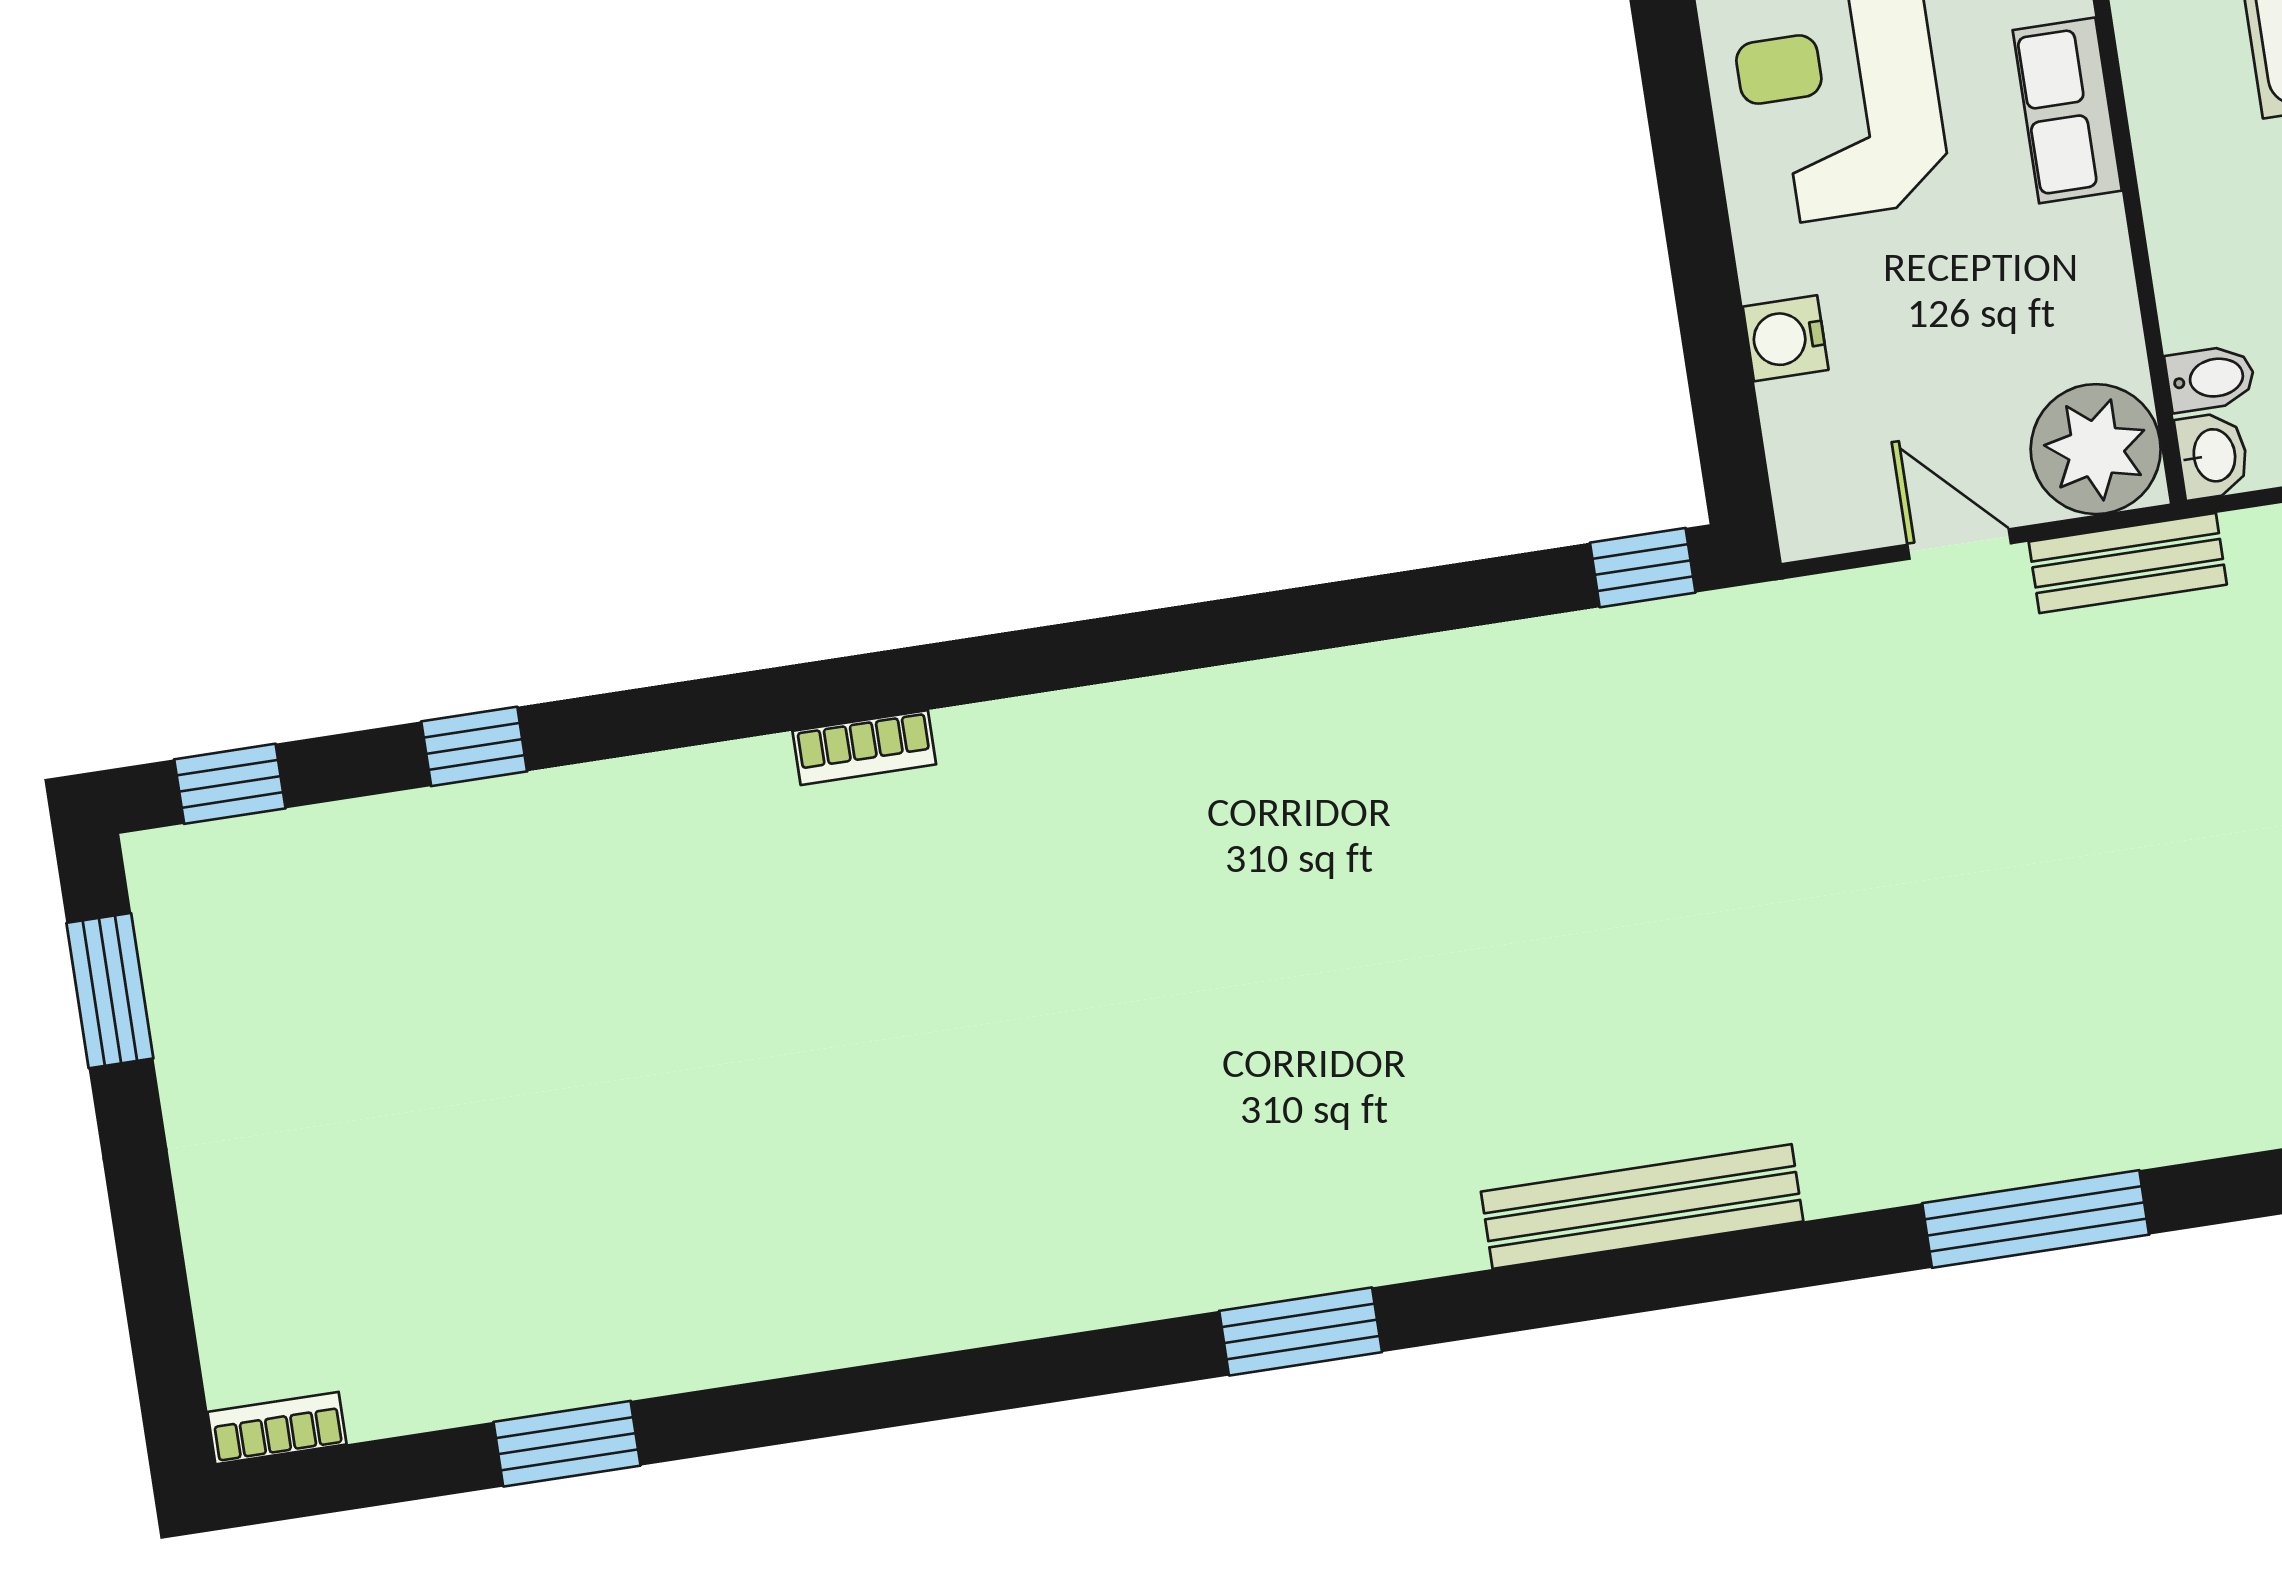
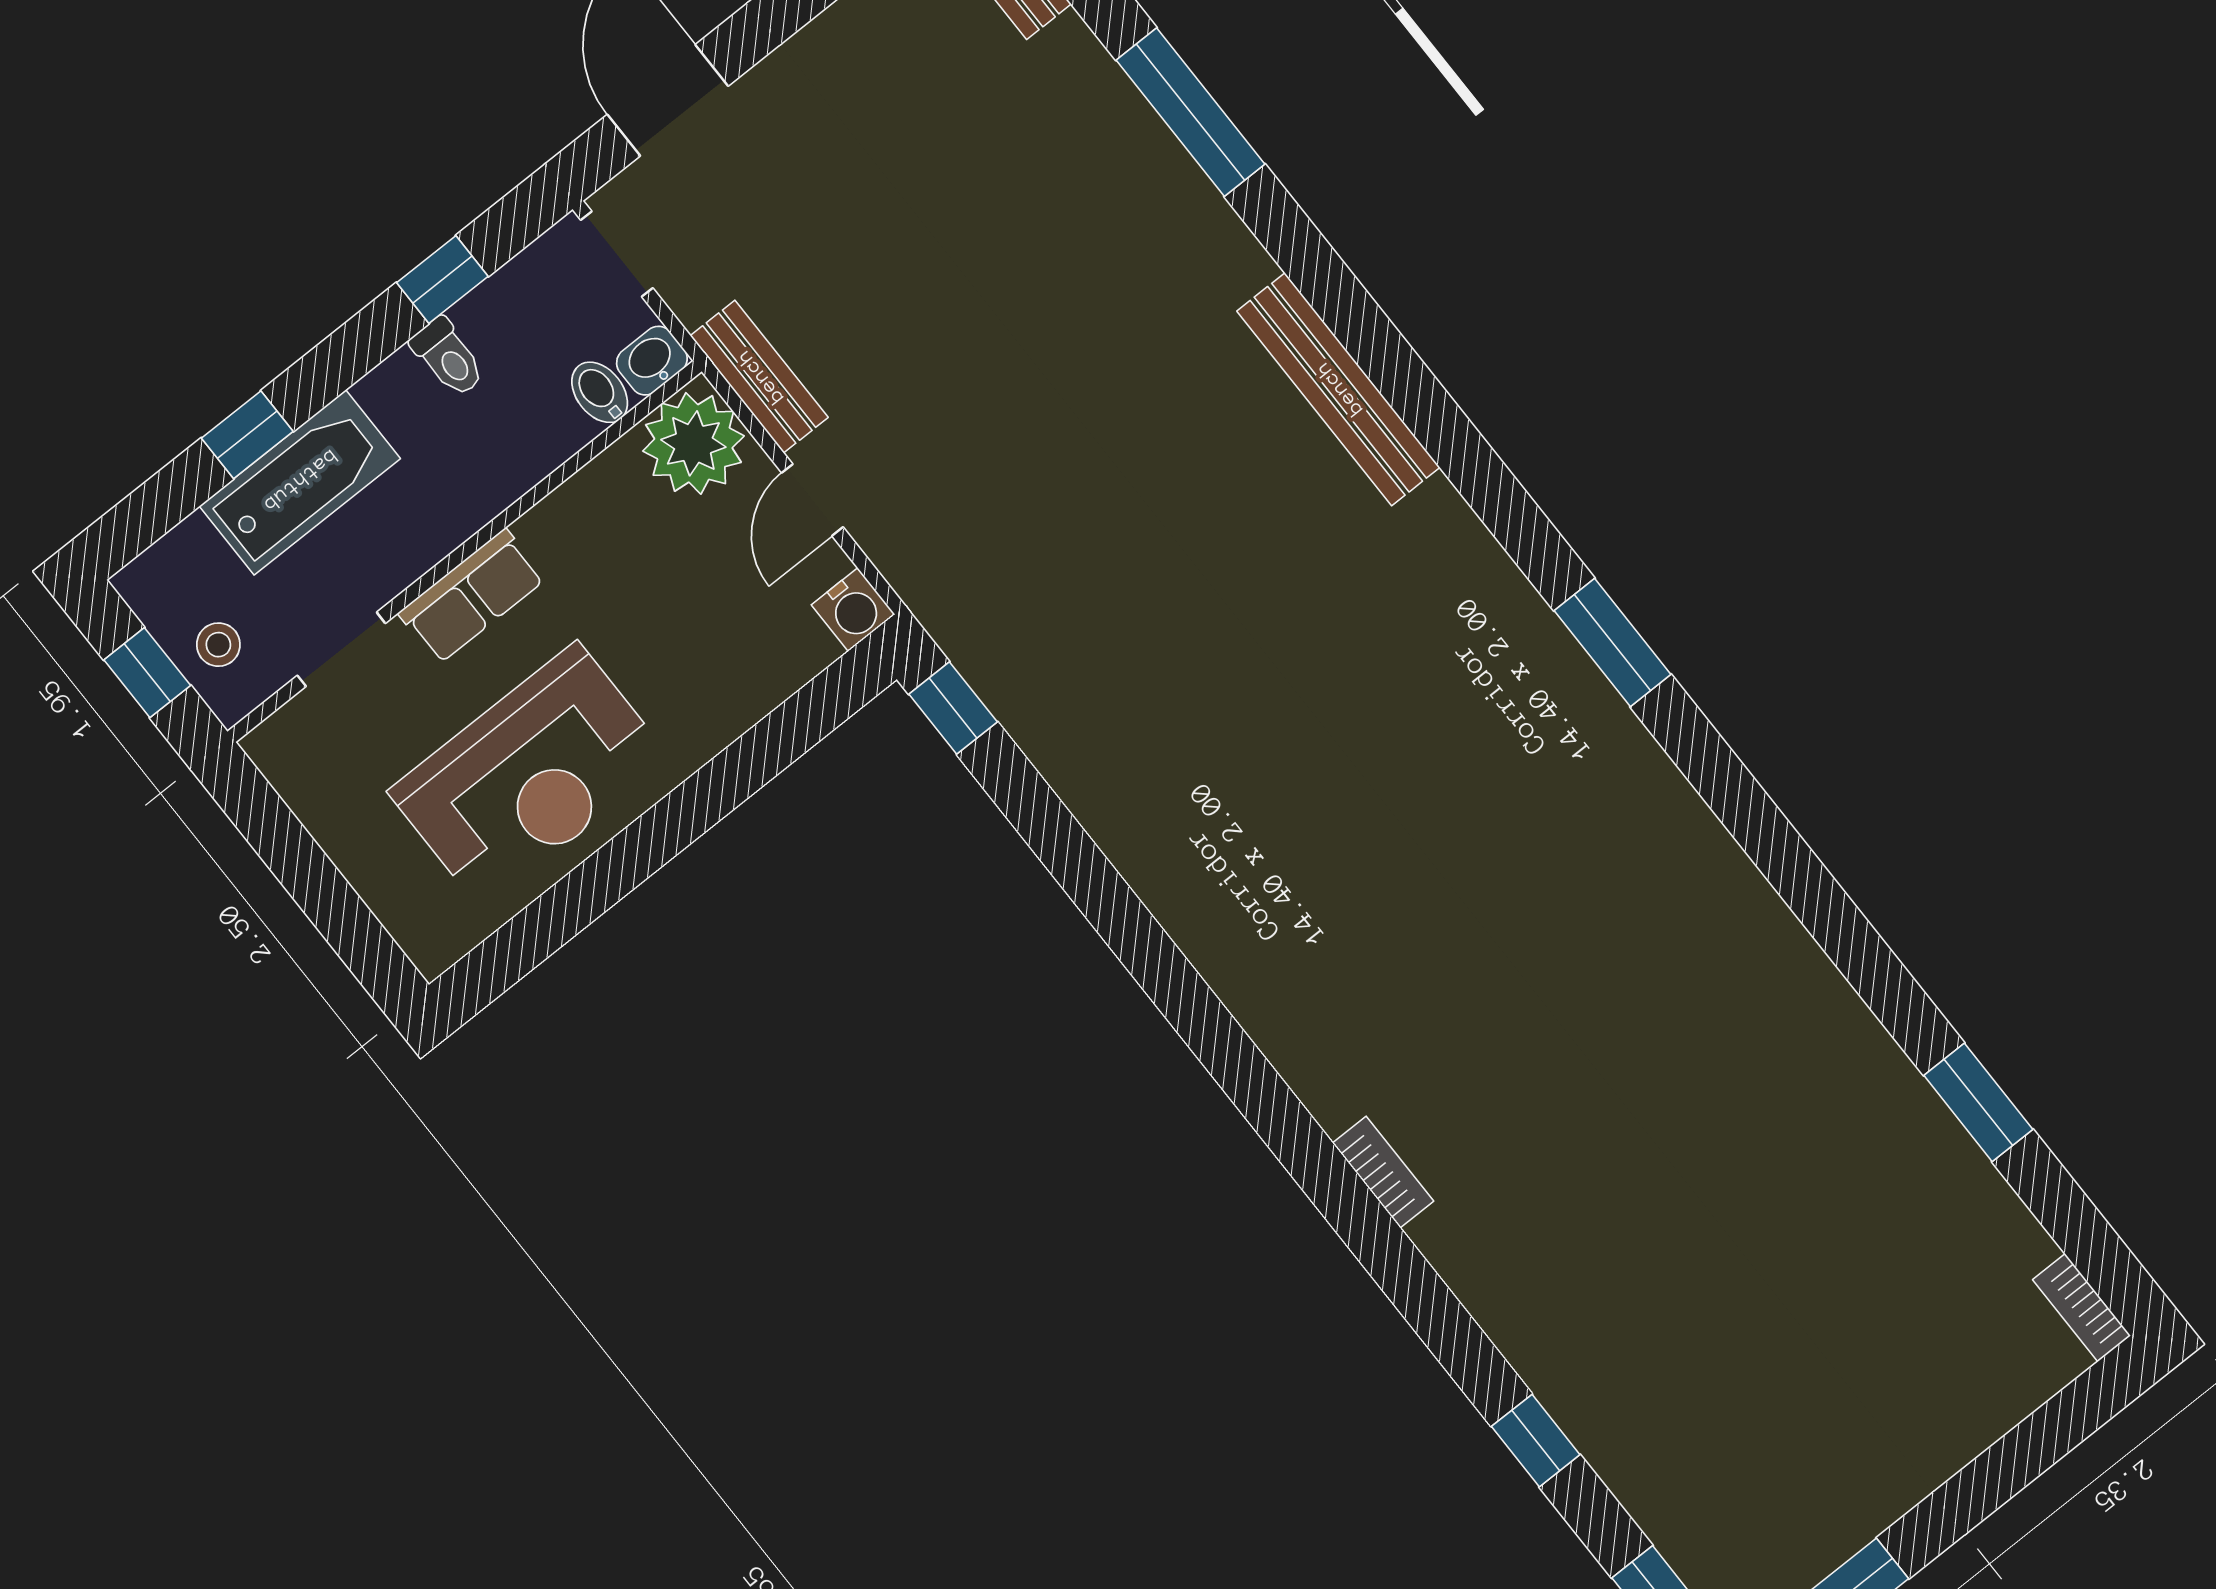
water cooler: (1786, 338) -> (853, 610), moved
bench: (1642, 1207) -> (1338, 389), moved
window: (2036, 1219) -> (1191, 112), moved

